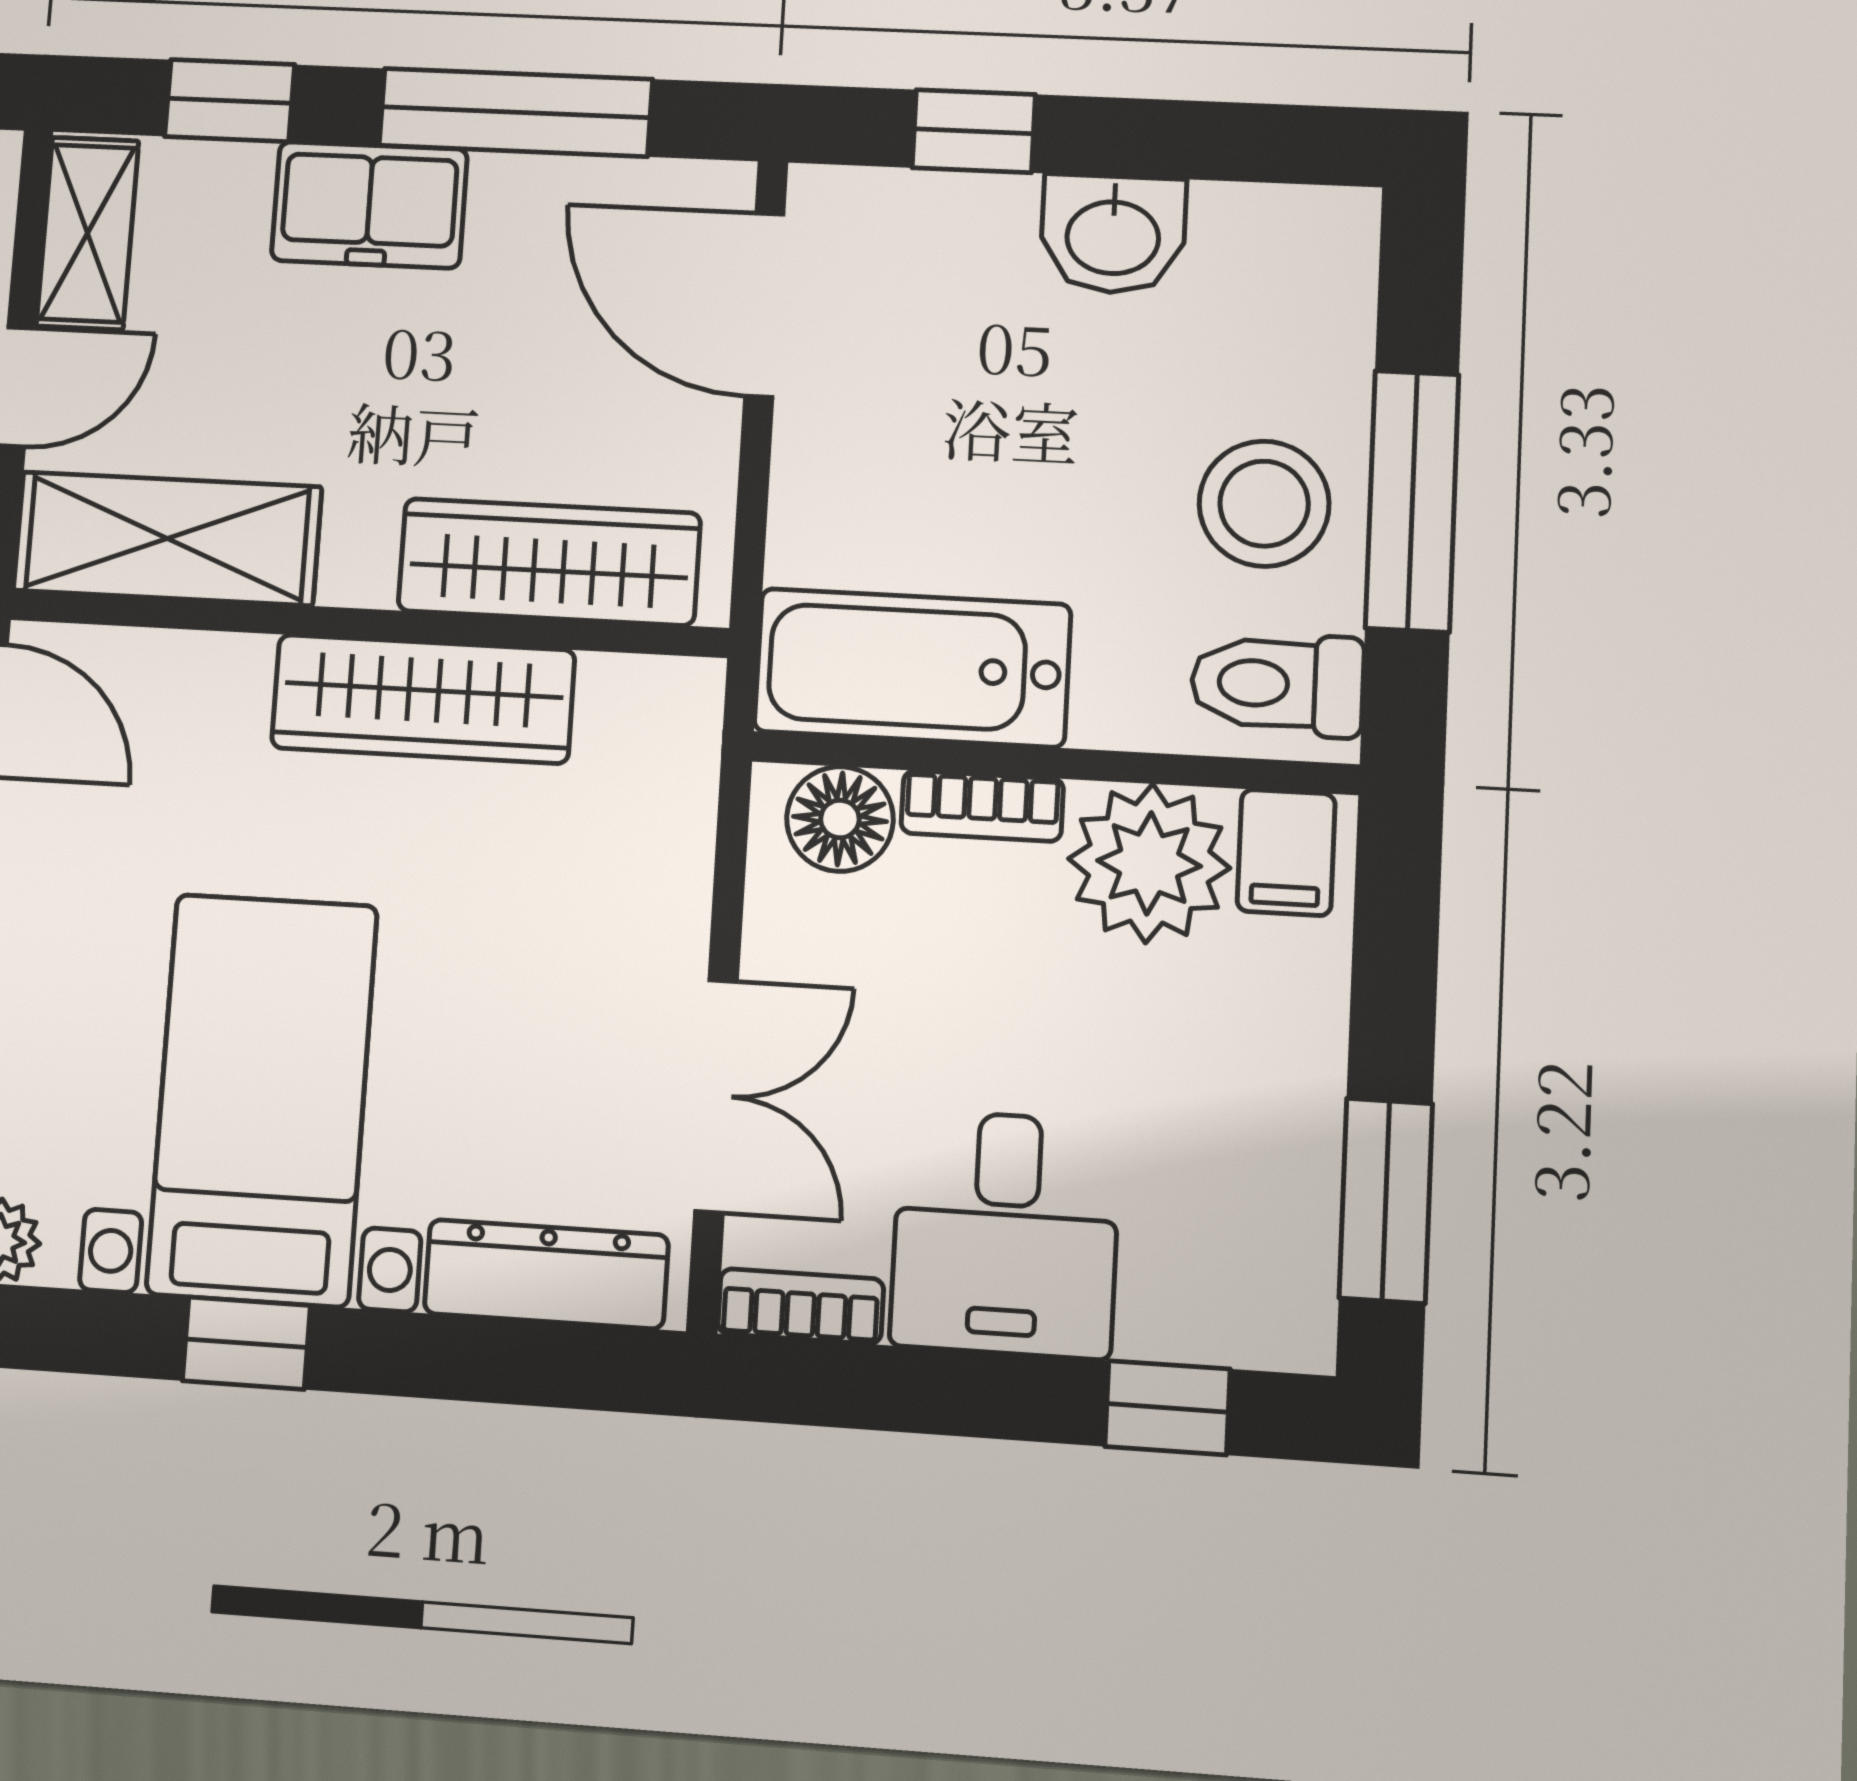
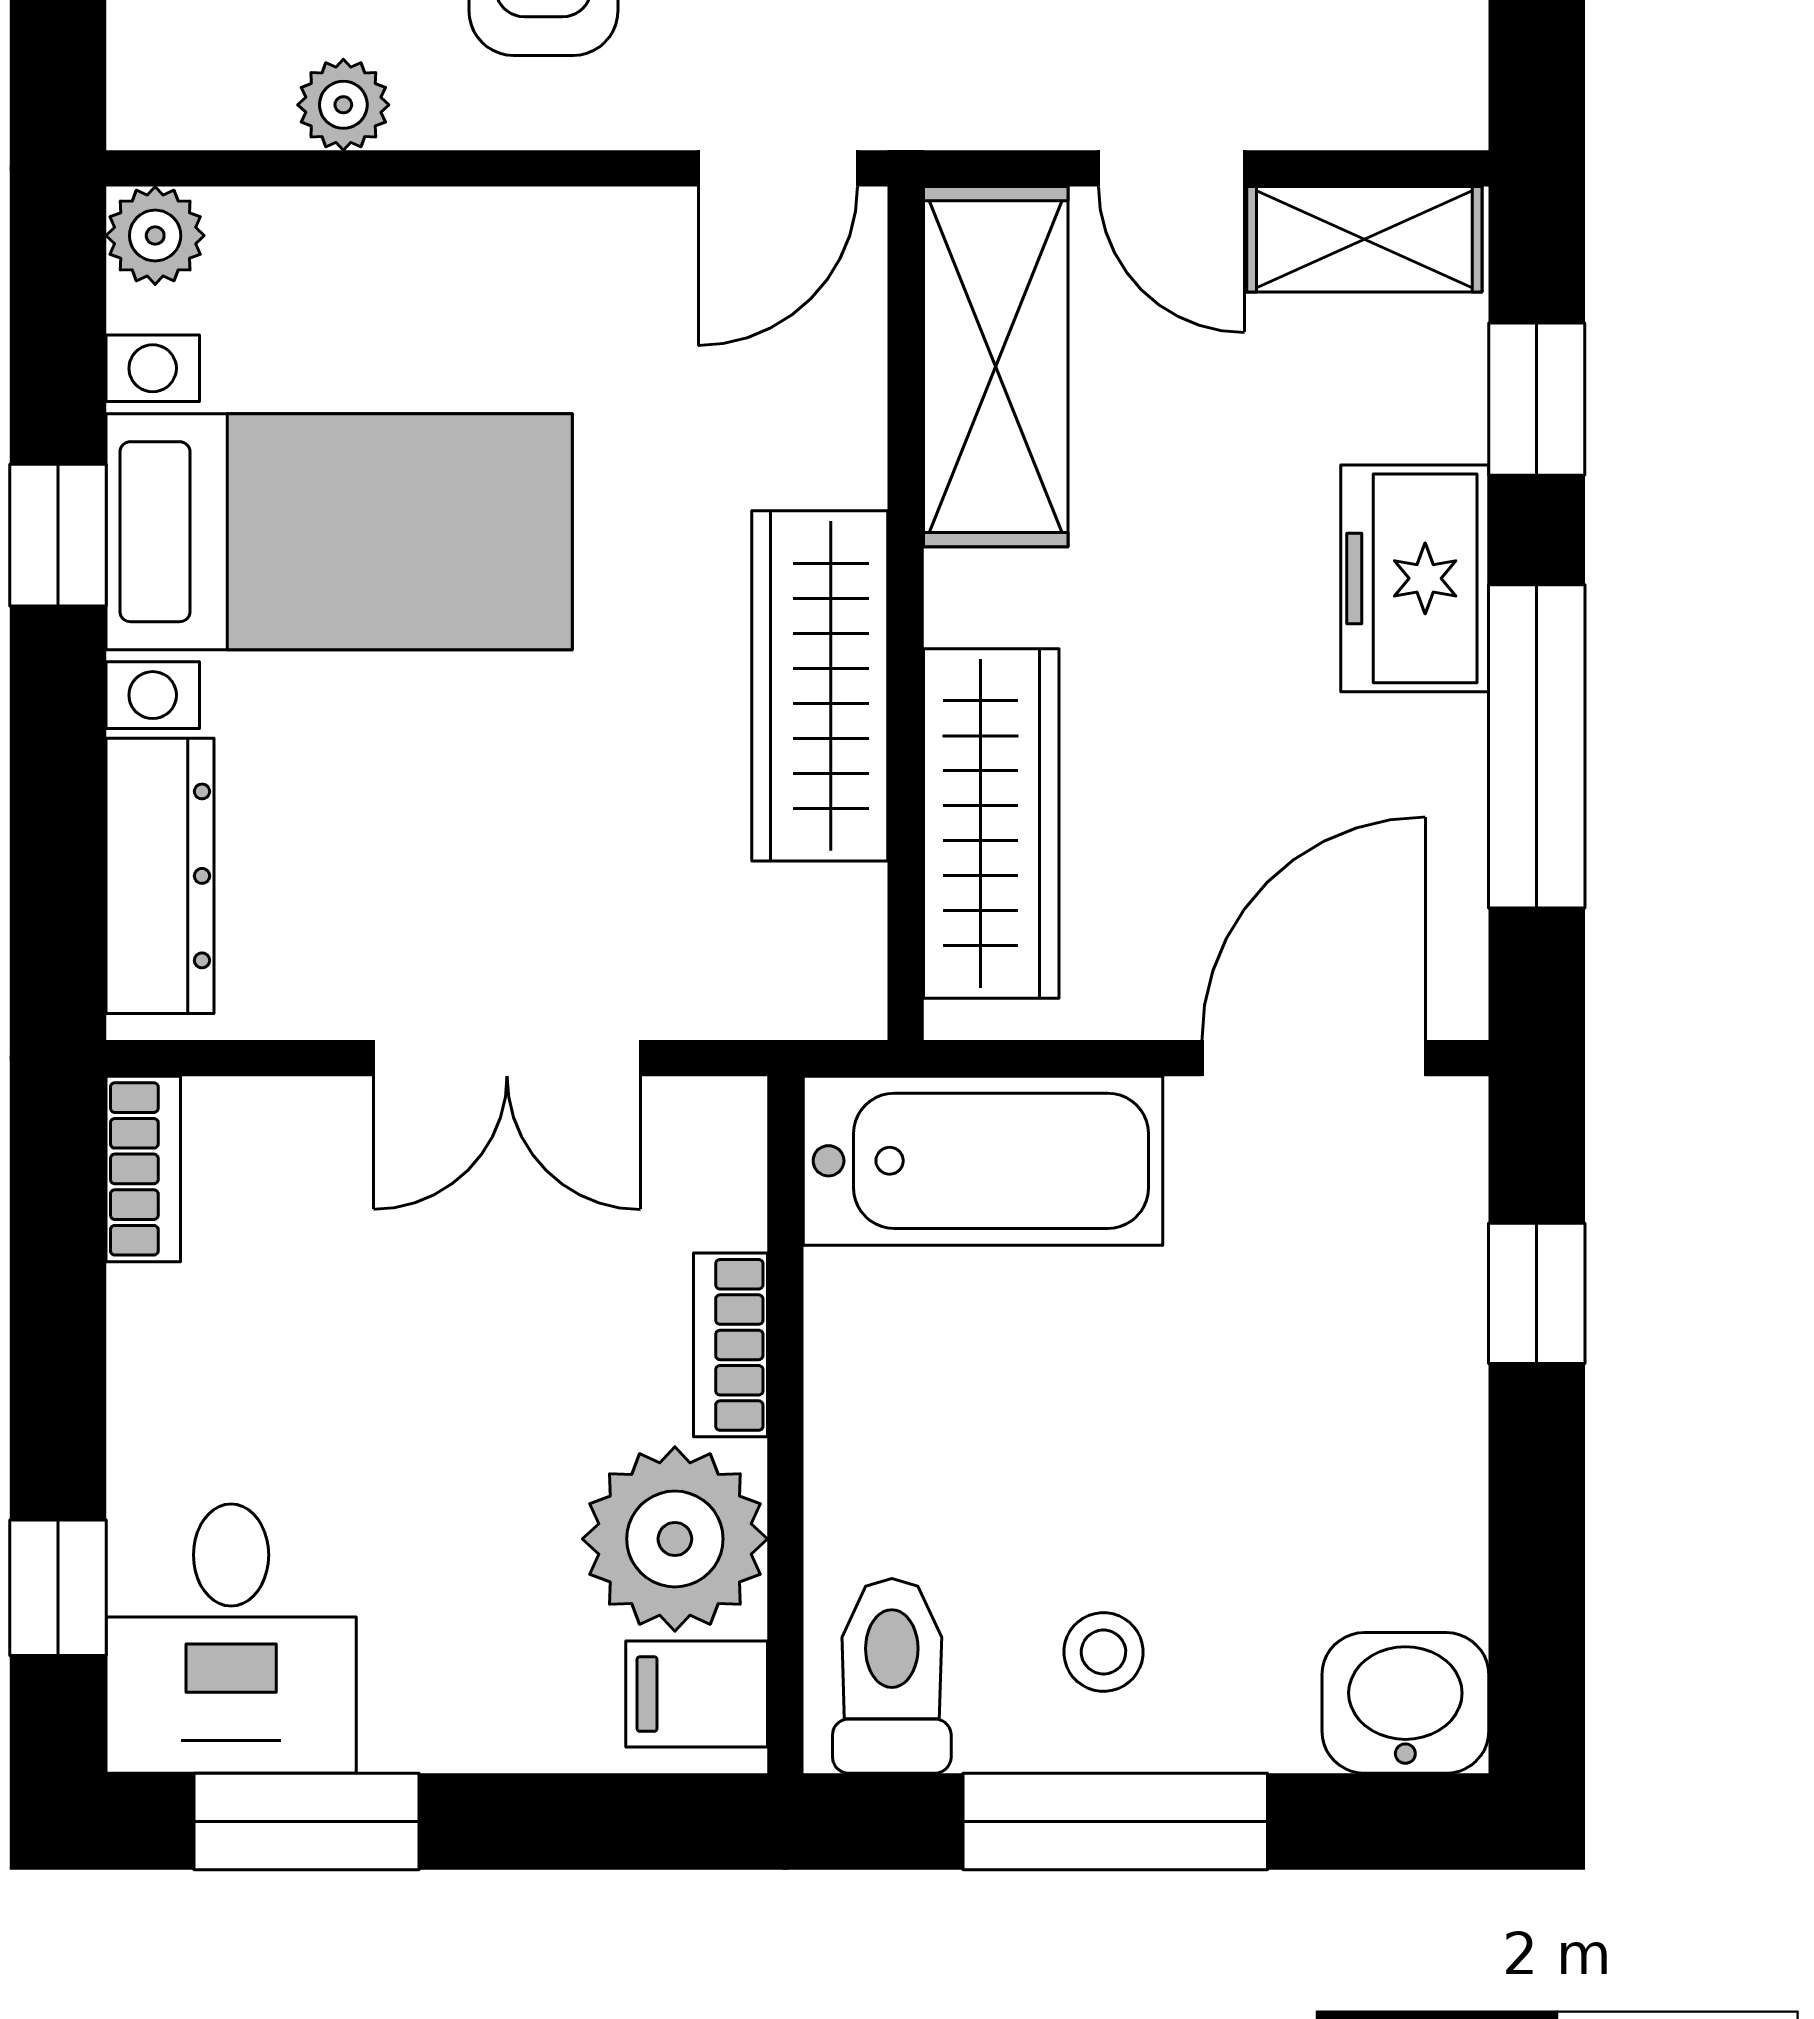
washbasin: (1113, 234) -> (1405, 1703), moved, turned 90
stool: (1264, 504) -> (1103, 1652), width x0.53, depth x0.53
bathtub: (912, 668) -> (983, 1161), moved, turned 90
floor lamp: (840, 819) -> (706, 1182), removed
double door: (716, 1096) -> (507, 1058), moved
desk: (1005, 1234) -> (231, 1639), moved, turned -90

